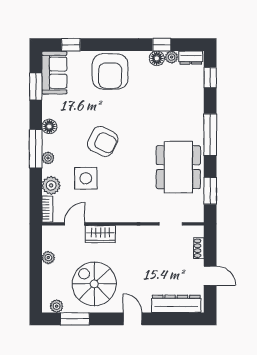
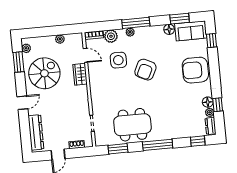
floor lamp: (49, 126) -> (169, 29), moved

